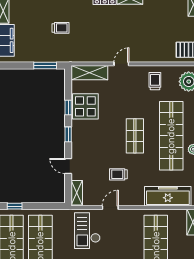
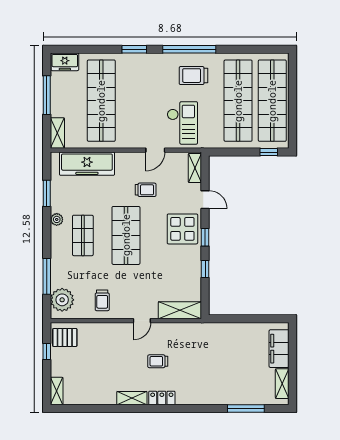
trolley: (60, 28) -> (158, 361), moved
window: (45, 66) -> (232, 319), removed
display table: (85, 106) -> (182, 229), moved
shop shelf: (135, 136) -> (126, 235), width x1.43, depth x1.36
shop shelf: (171, 136) -> (83, 235), width x0.50, depth x0.74

